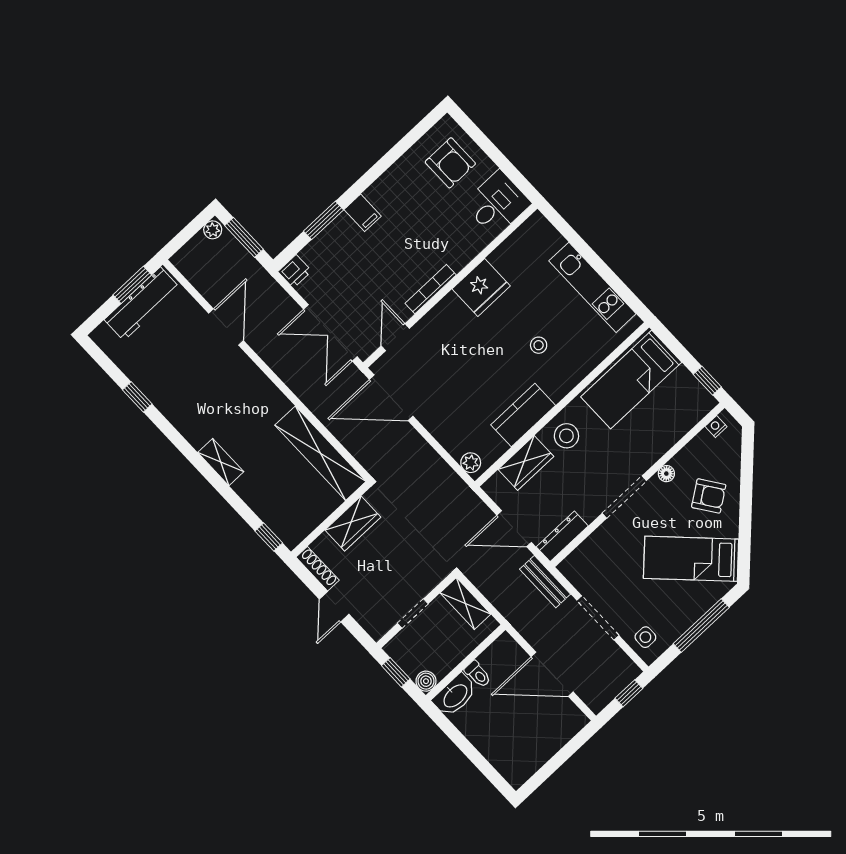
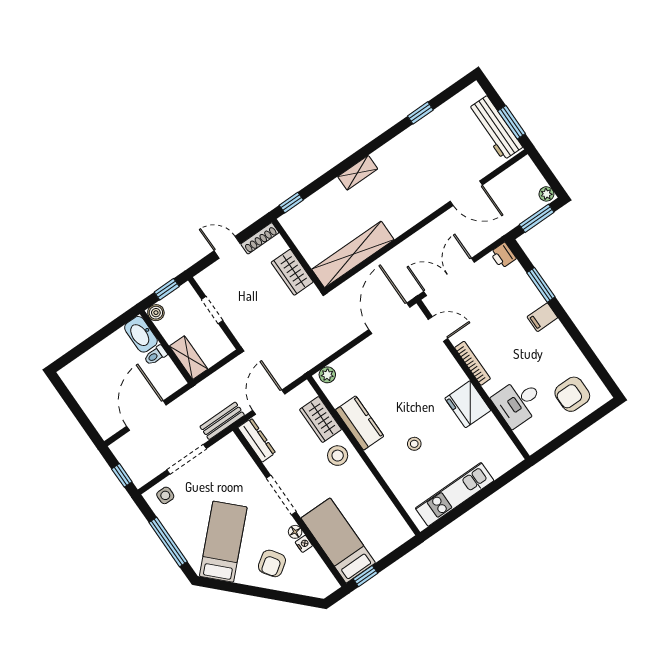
desk: (497, 204) -> (518, 402), moved, turned 90
bed: (631, 380) -> (338, 541), moved
nightstand: (716, 426) -> (304, 544), moved
shelving: (465, 604) -> (189, 358), moved, turned 90

